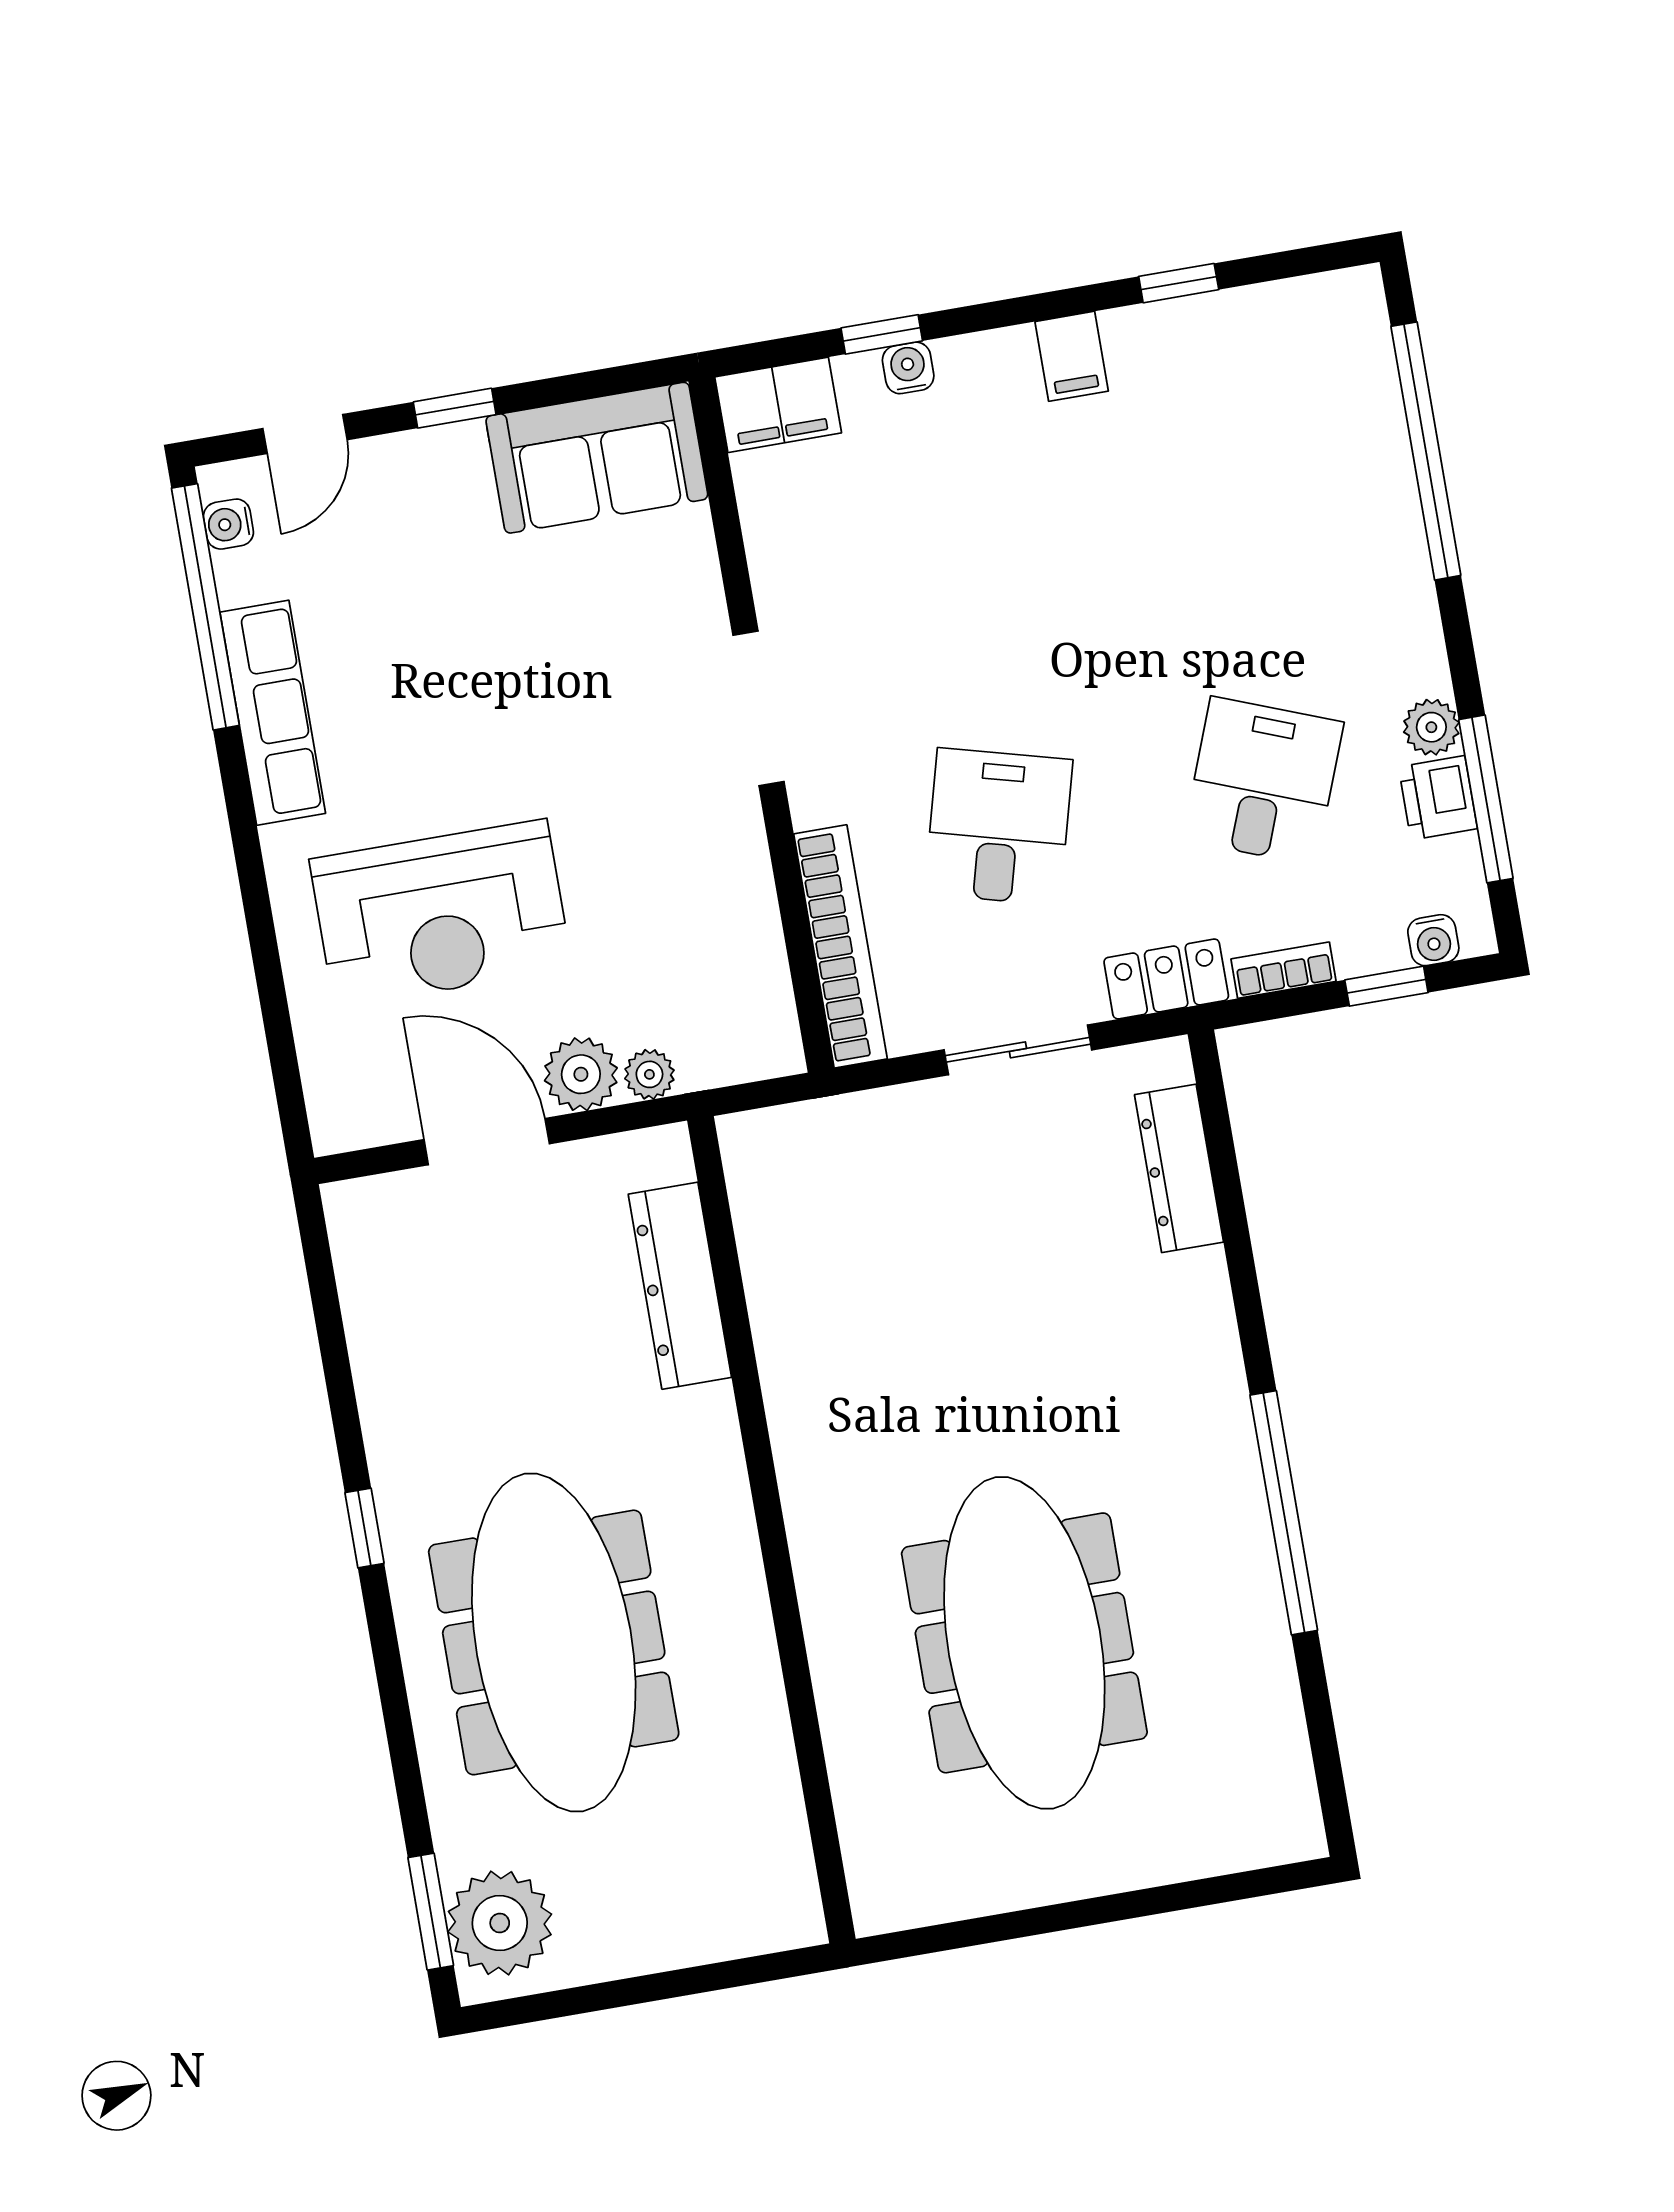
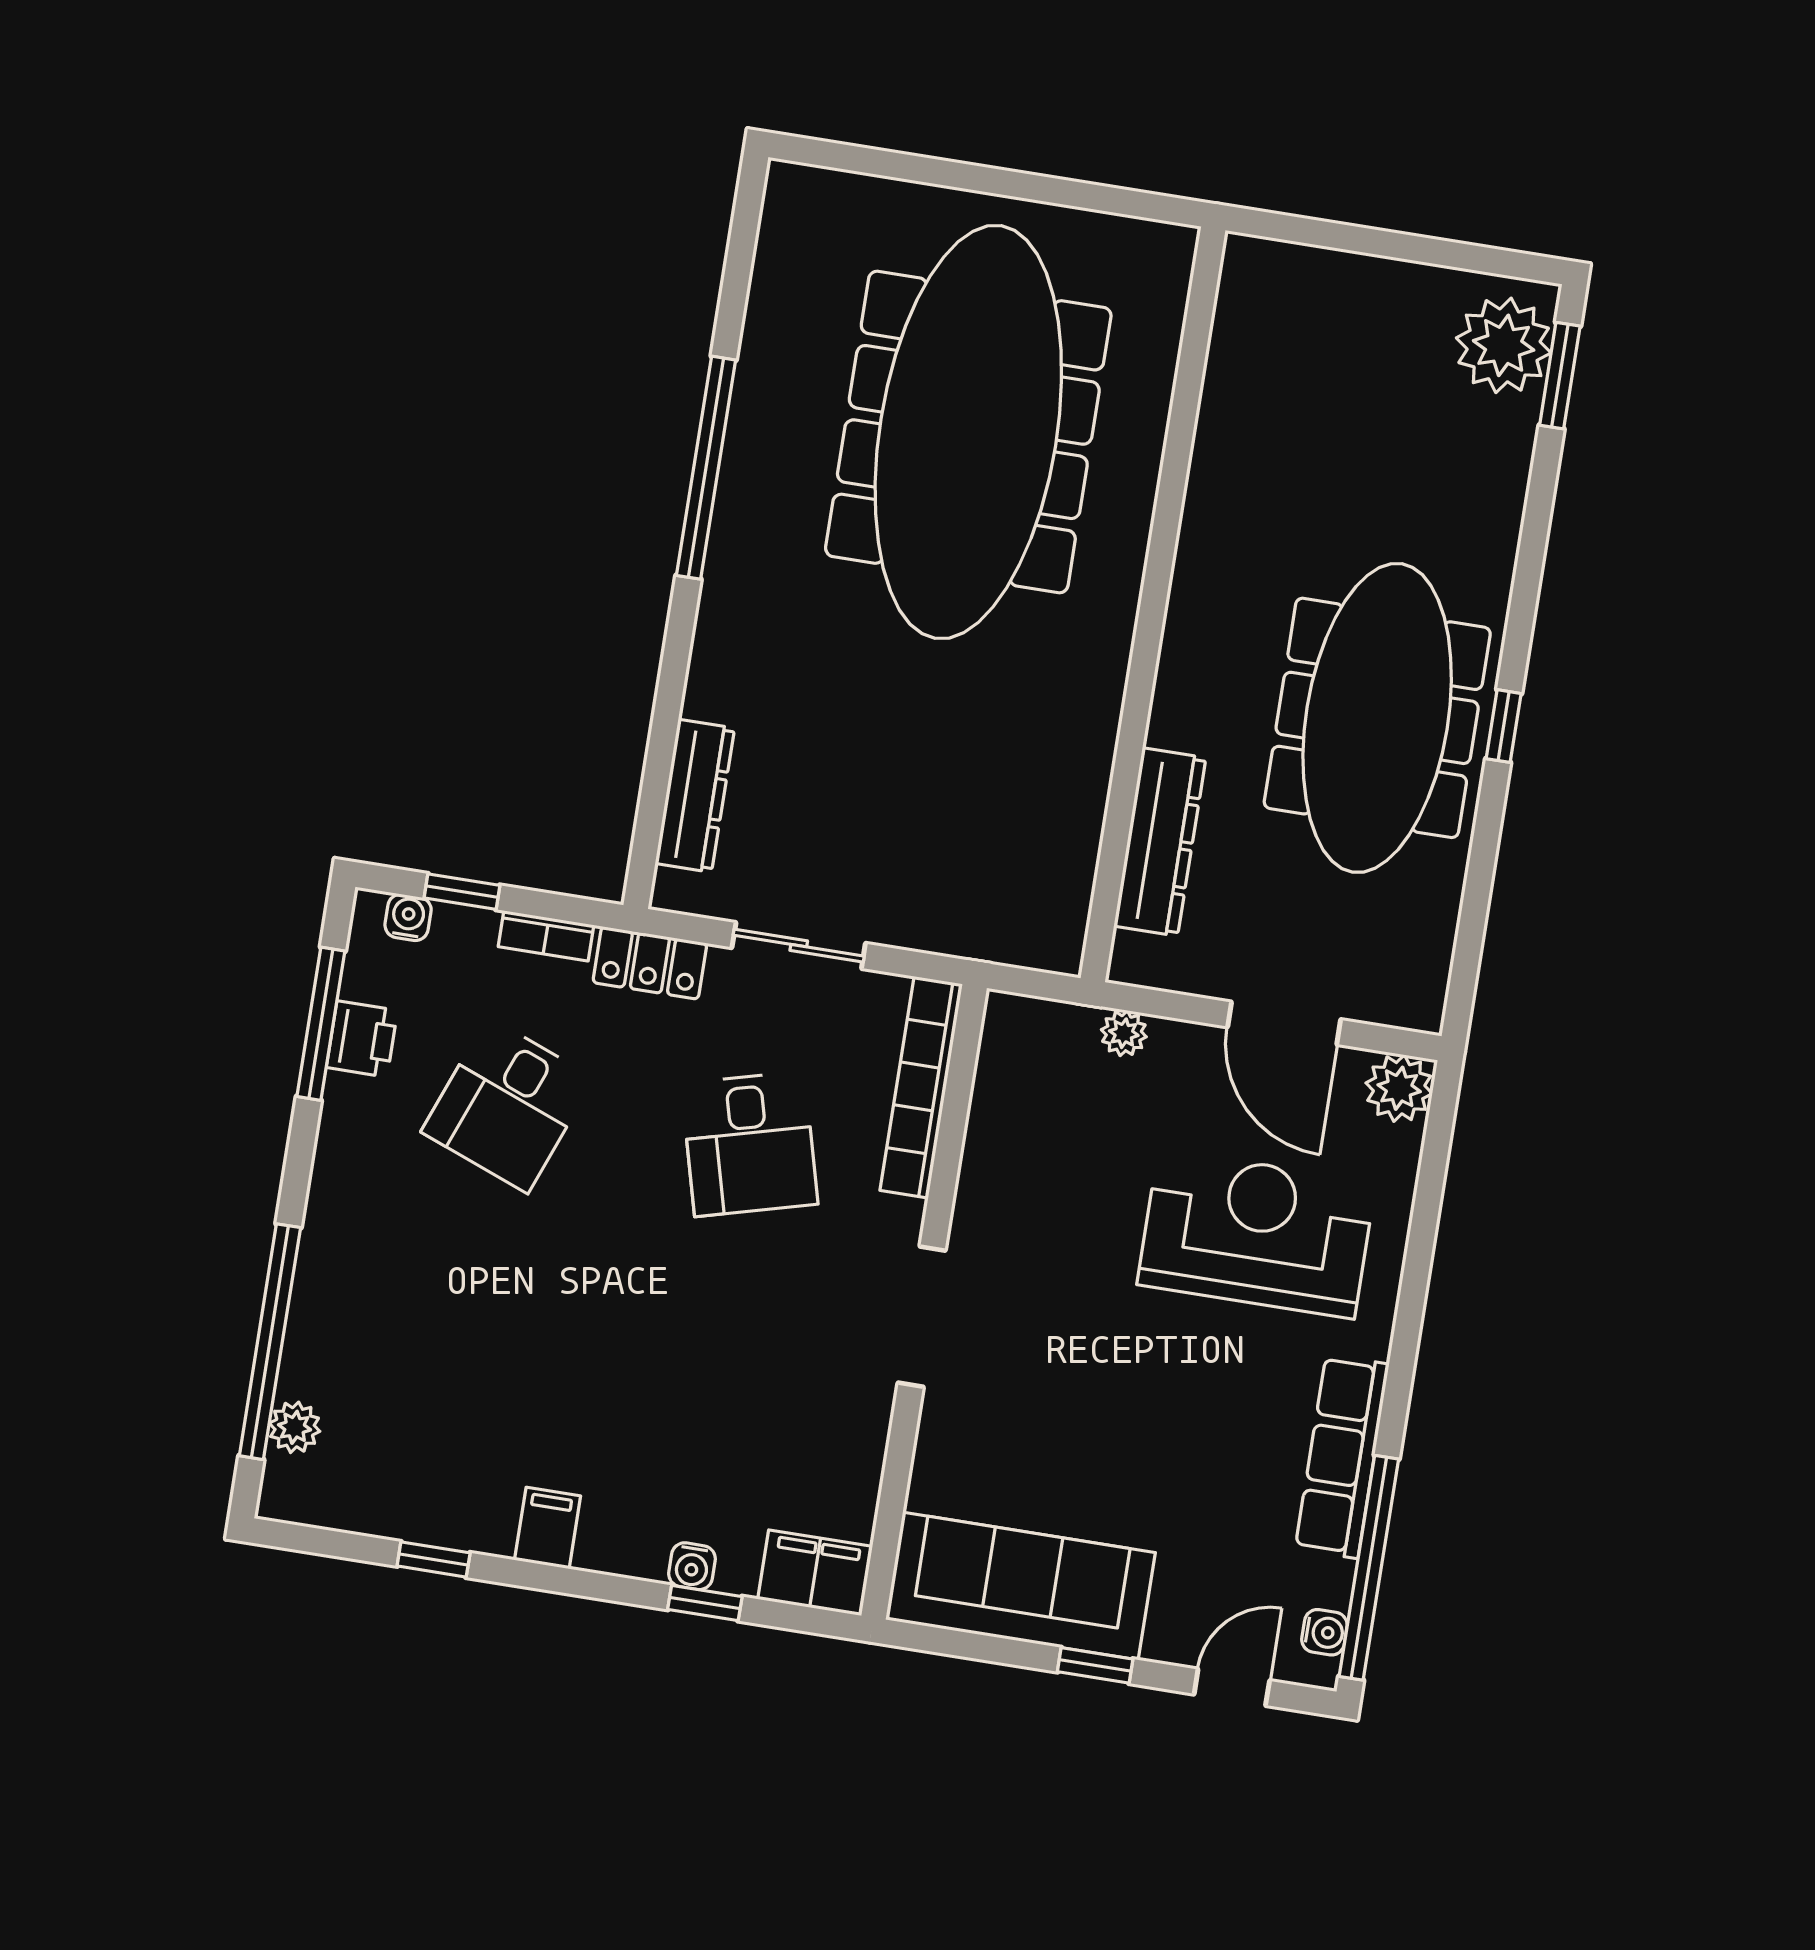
sofa: (597, 458) -> (1020, 1586), width x1.36
plant: (1431, 727) -> (295, 1427), moved
desk: (999, 827) -> (749, 1144), turned -30
plant: (581, 1074) -> (1399, 1088), moved
meeting table: (554, 1642) -> (1377, 718), moved
meeting table: (1024, 1643) -> (968, 432), width x1.36, depth x1.27

